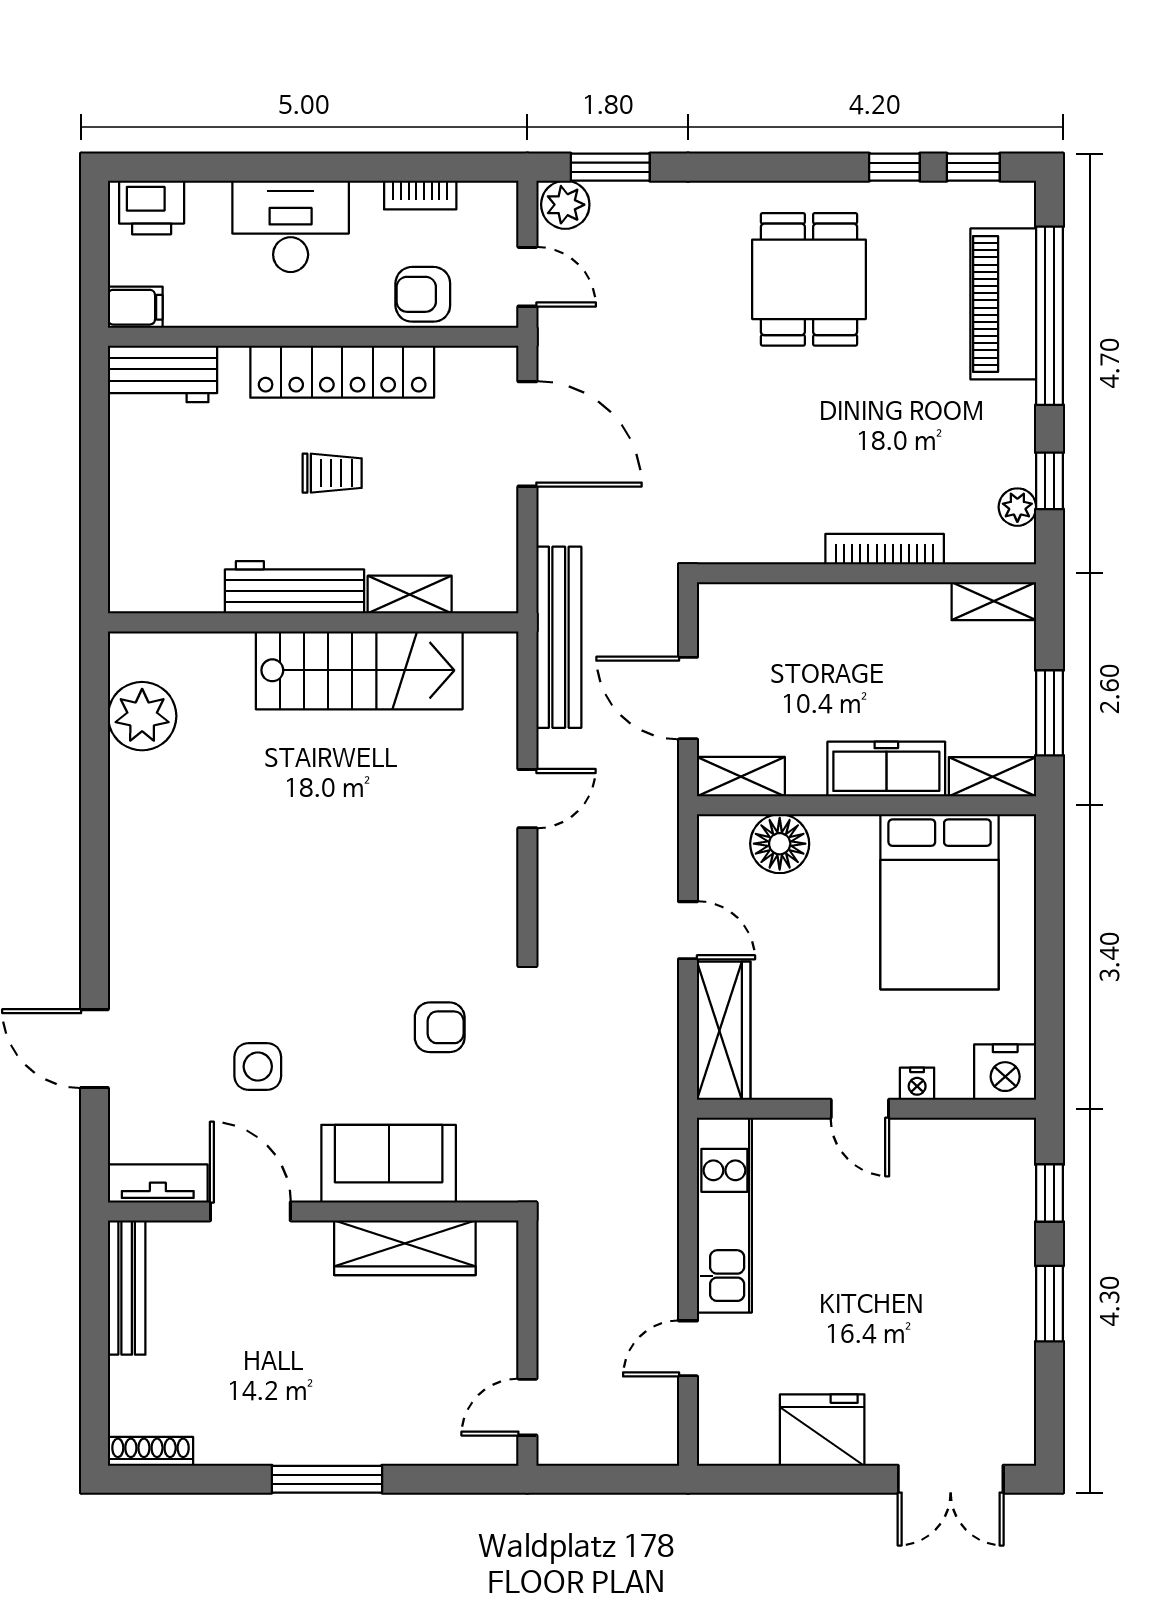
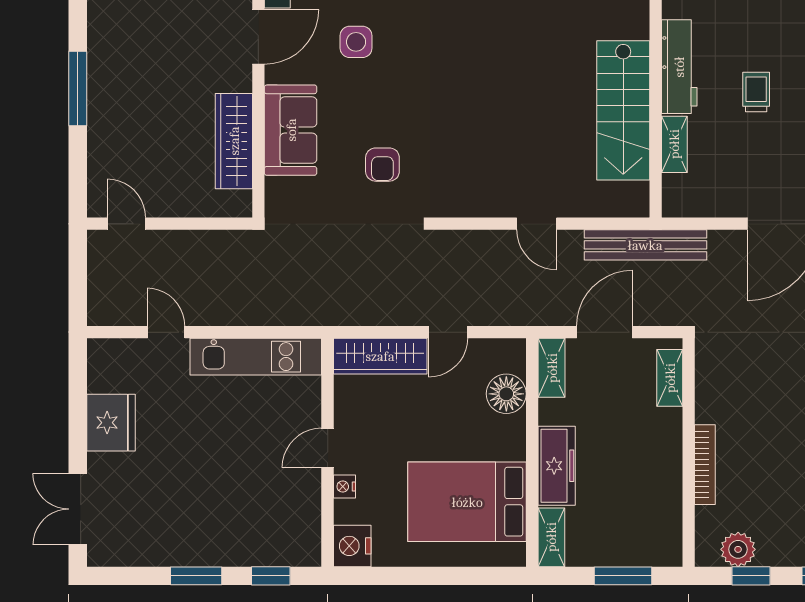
trolley: (332, 473) -> (756, 92), turned 180
plant: (1017, 507) -> (738, 549), width x1.38, depth x1.38
shelving: (994, 601) -> (670, 378), moved
window: (1049, 713) -> (623, 576), moved

